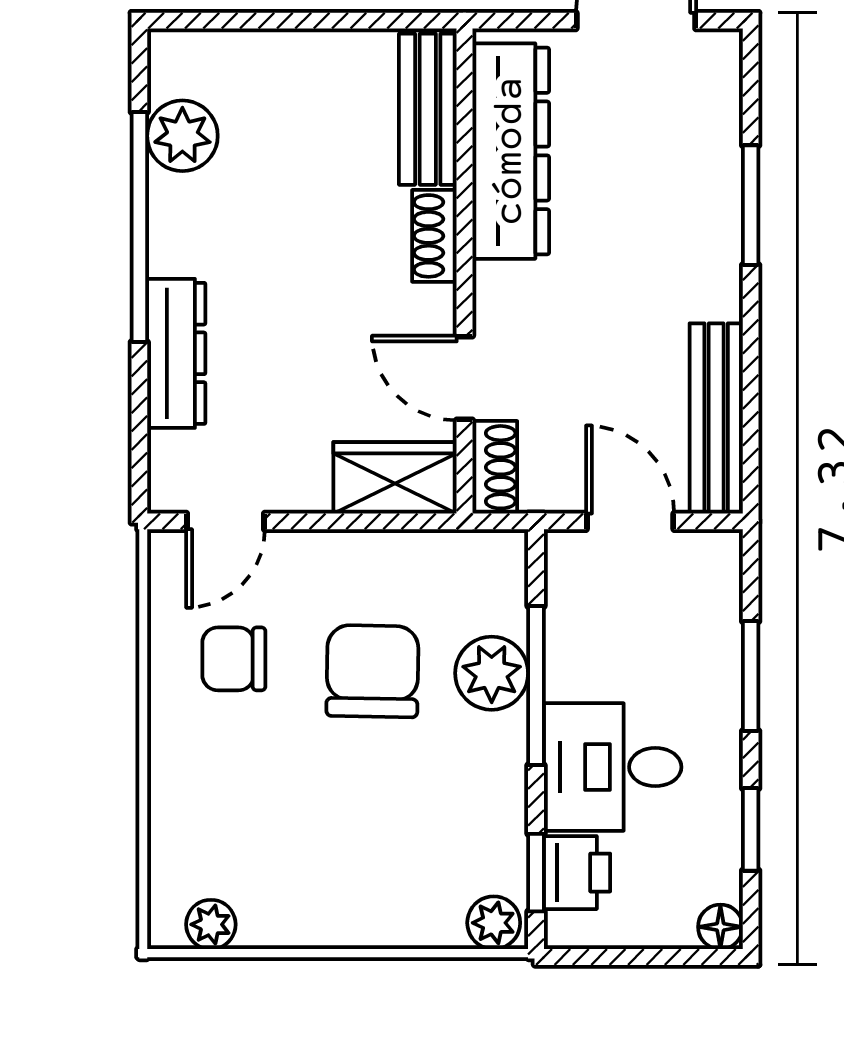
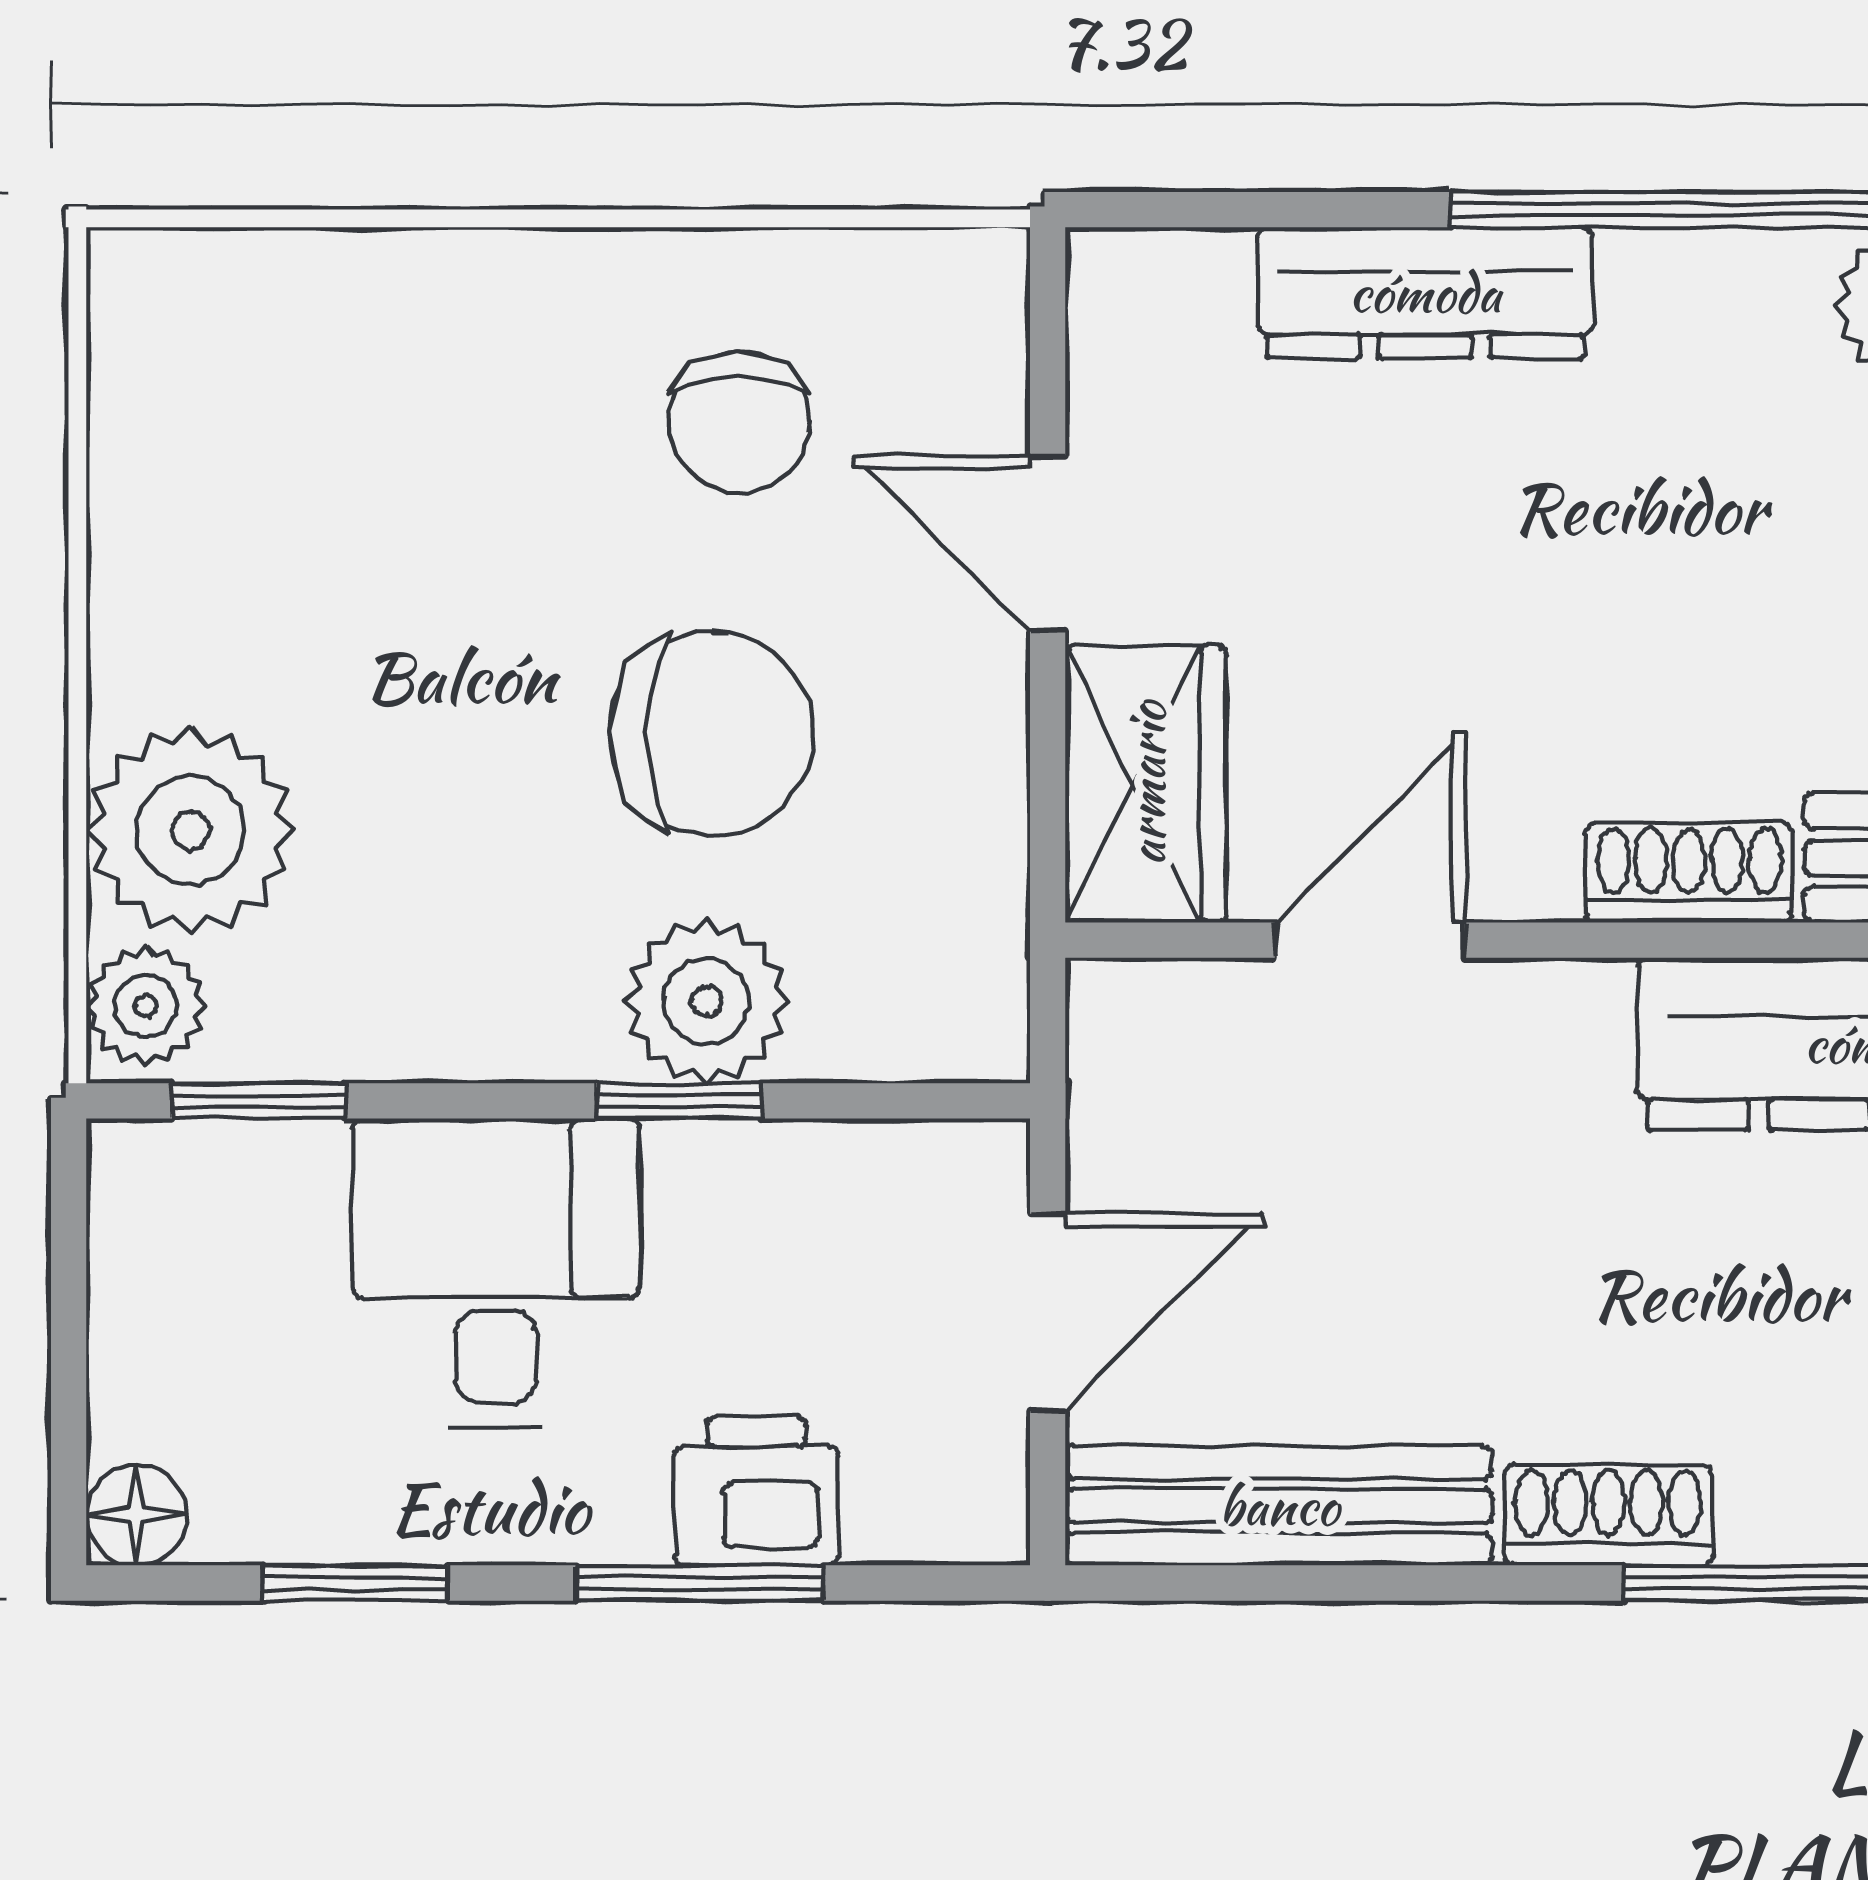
shoe rack: (495, 467) -> (1608, 1515), moved, turned 180
door: (226, 521) -> (1048, 543), moved
chair: (234, 659) -> (739, 422), turned 180
window: (536, 686) -> (679, 1101), width x0.46
printer: (577, 873) -> (756, 1491), moved, turned 180
plant: (211, 924) -> (190, 830), moved, width x1.88, depth x1.88

